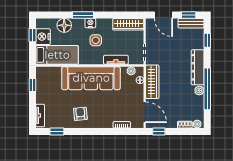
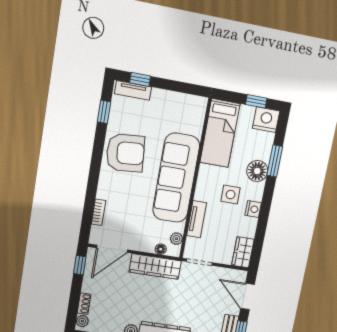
window: (83, 15) -> (275, 161), moved
door: (163, 15) -> (247, 296), hinge flipped
nightstand: (90, 23) -> (253, 209), moved
wardrobe: (128, 24) -> (243, 252), width x0.67
floor lamp: (64, 25) -> (257, 171), moved
nightstand: (43, 37) -> (266, 120), moved
window: (33, 85) -> (140, 79), moved
armchair: (80, 114) -> (125, 153), width x1.88, depth x1.88

